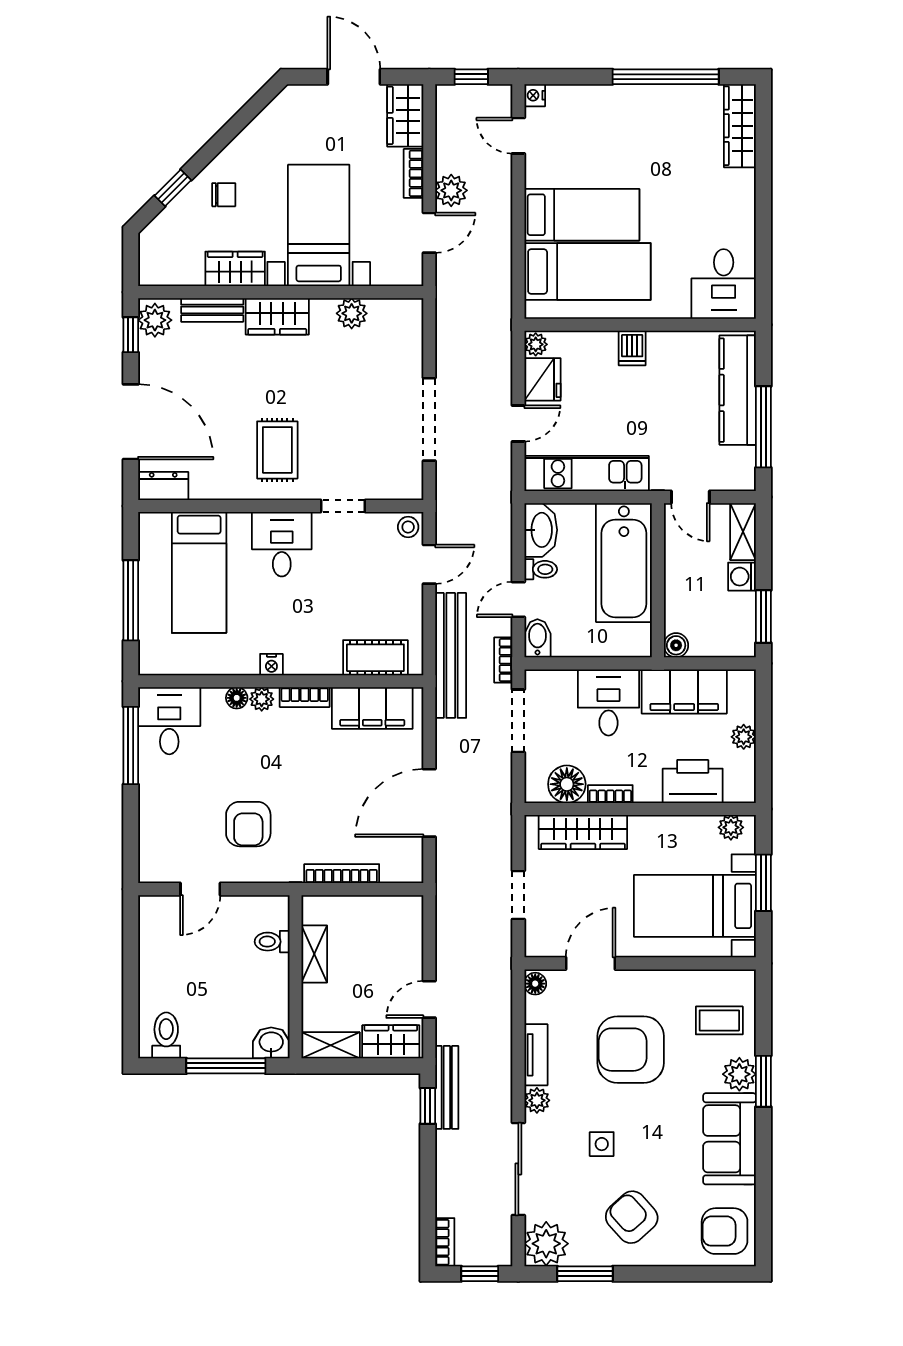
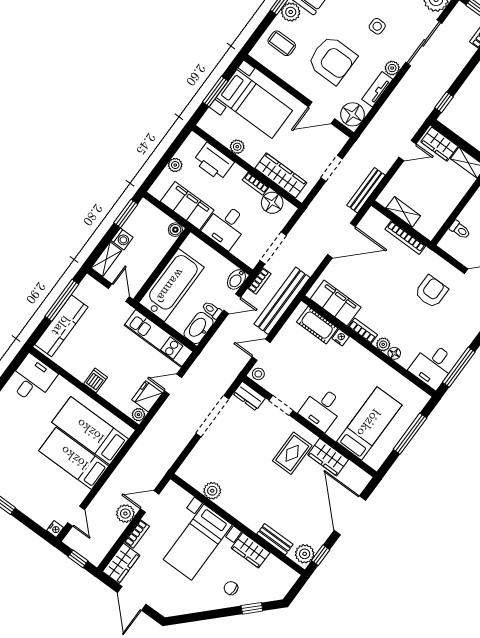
wardrobe: (277, 316) -> (328, 457), moved, turned 180
dresser: (163, 486) -> (249, 396), moved
nightstand: (271, 665) -> (341, 337), moved
plant: (731, 827) -> (237, 147), moved
shelving: (314, 954) -> (403, 212), moved, turned 90
floor lamp: (535, 984) -> (352, 114), width x1.89, depth x1.89
bench: (447, 1087) -> (366, 190), moved

